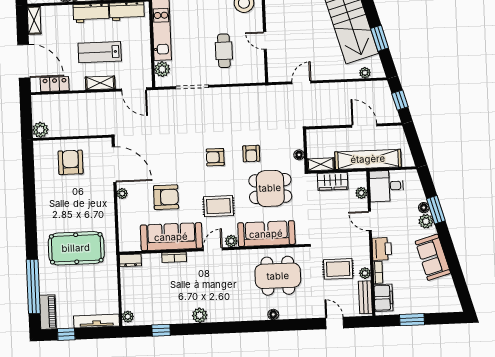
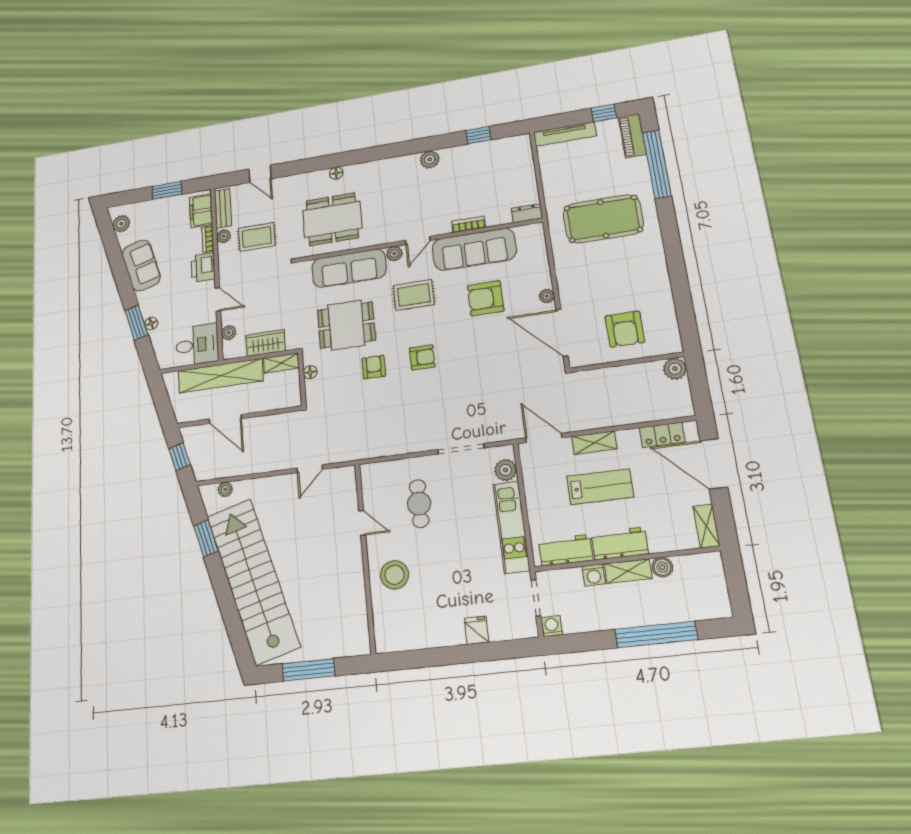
plant: (426, 221) -> (121, 224), moved
plant: (128, 317) -> (524, 145), removed

